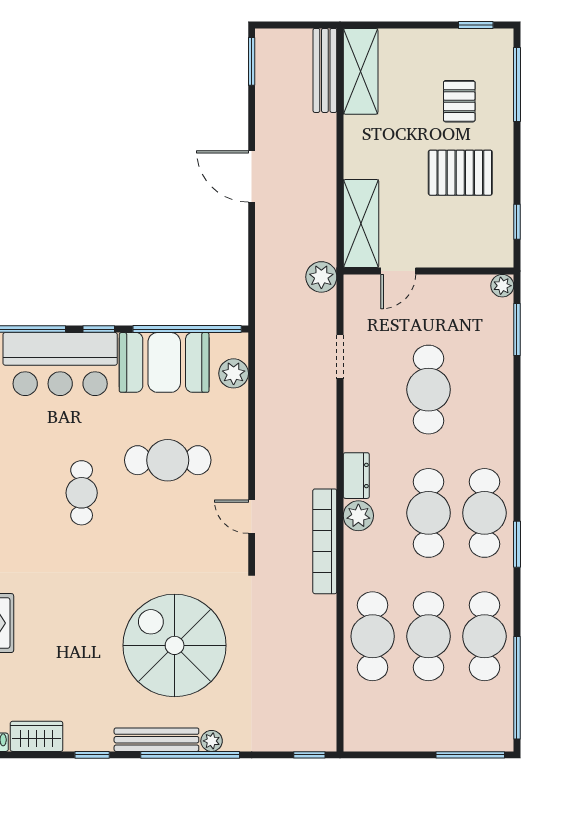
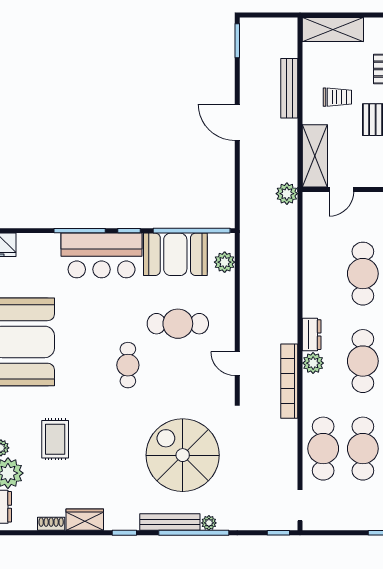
bench: (325, 70) -> (289, 88), moved
shelving: (361, 71) -> (333, 29), moved, turned 90
trolley: (393, 141) -> (337, 97), added
doorway: (340, 357) -> (300, 505), moved
cafe table: (82, 493) -> (128, 365), moved

